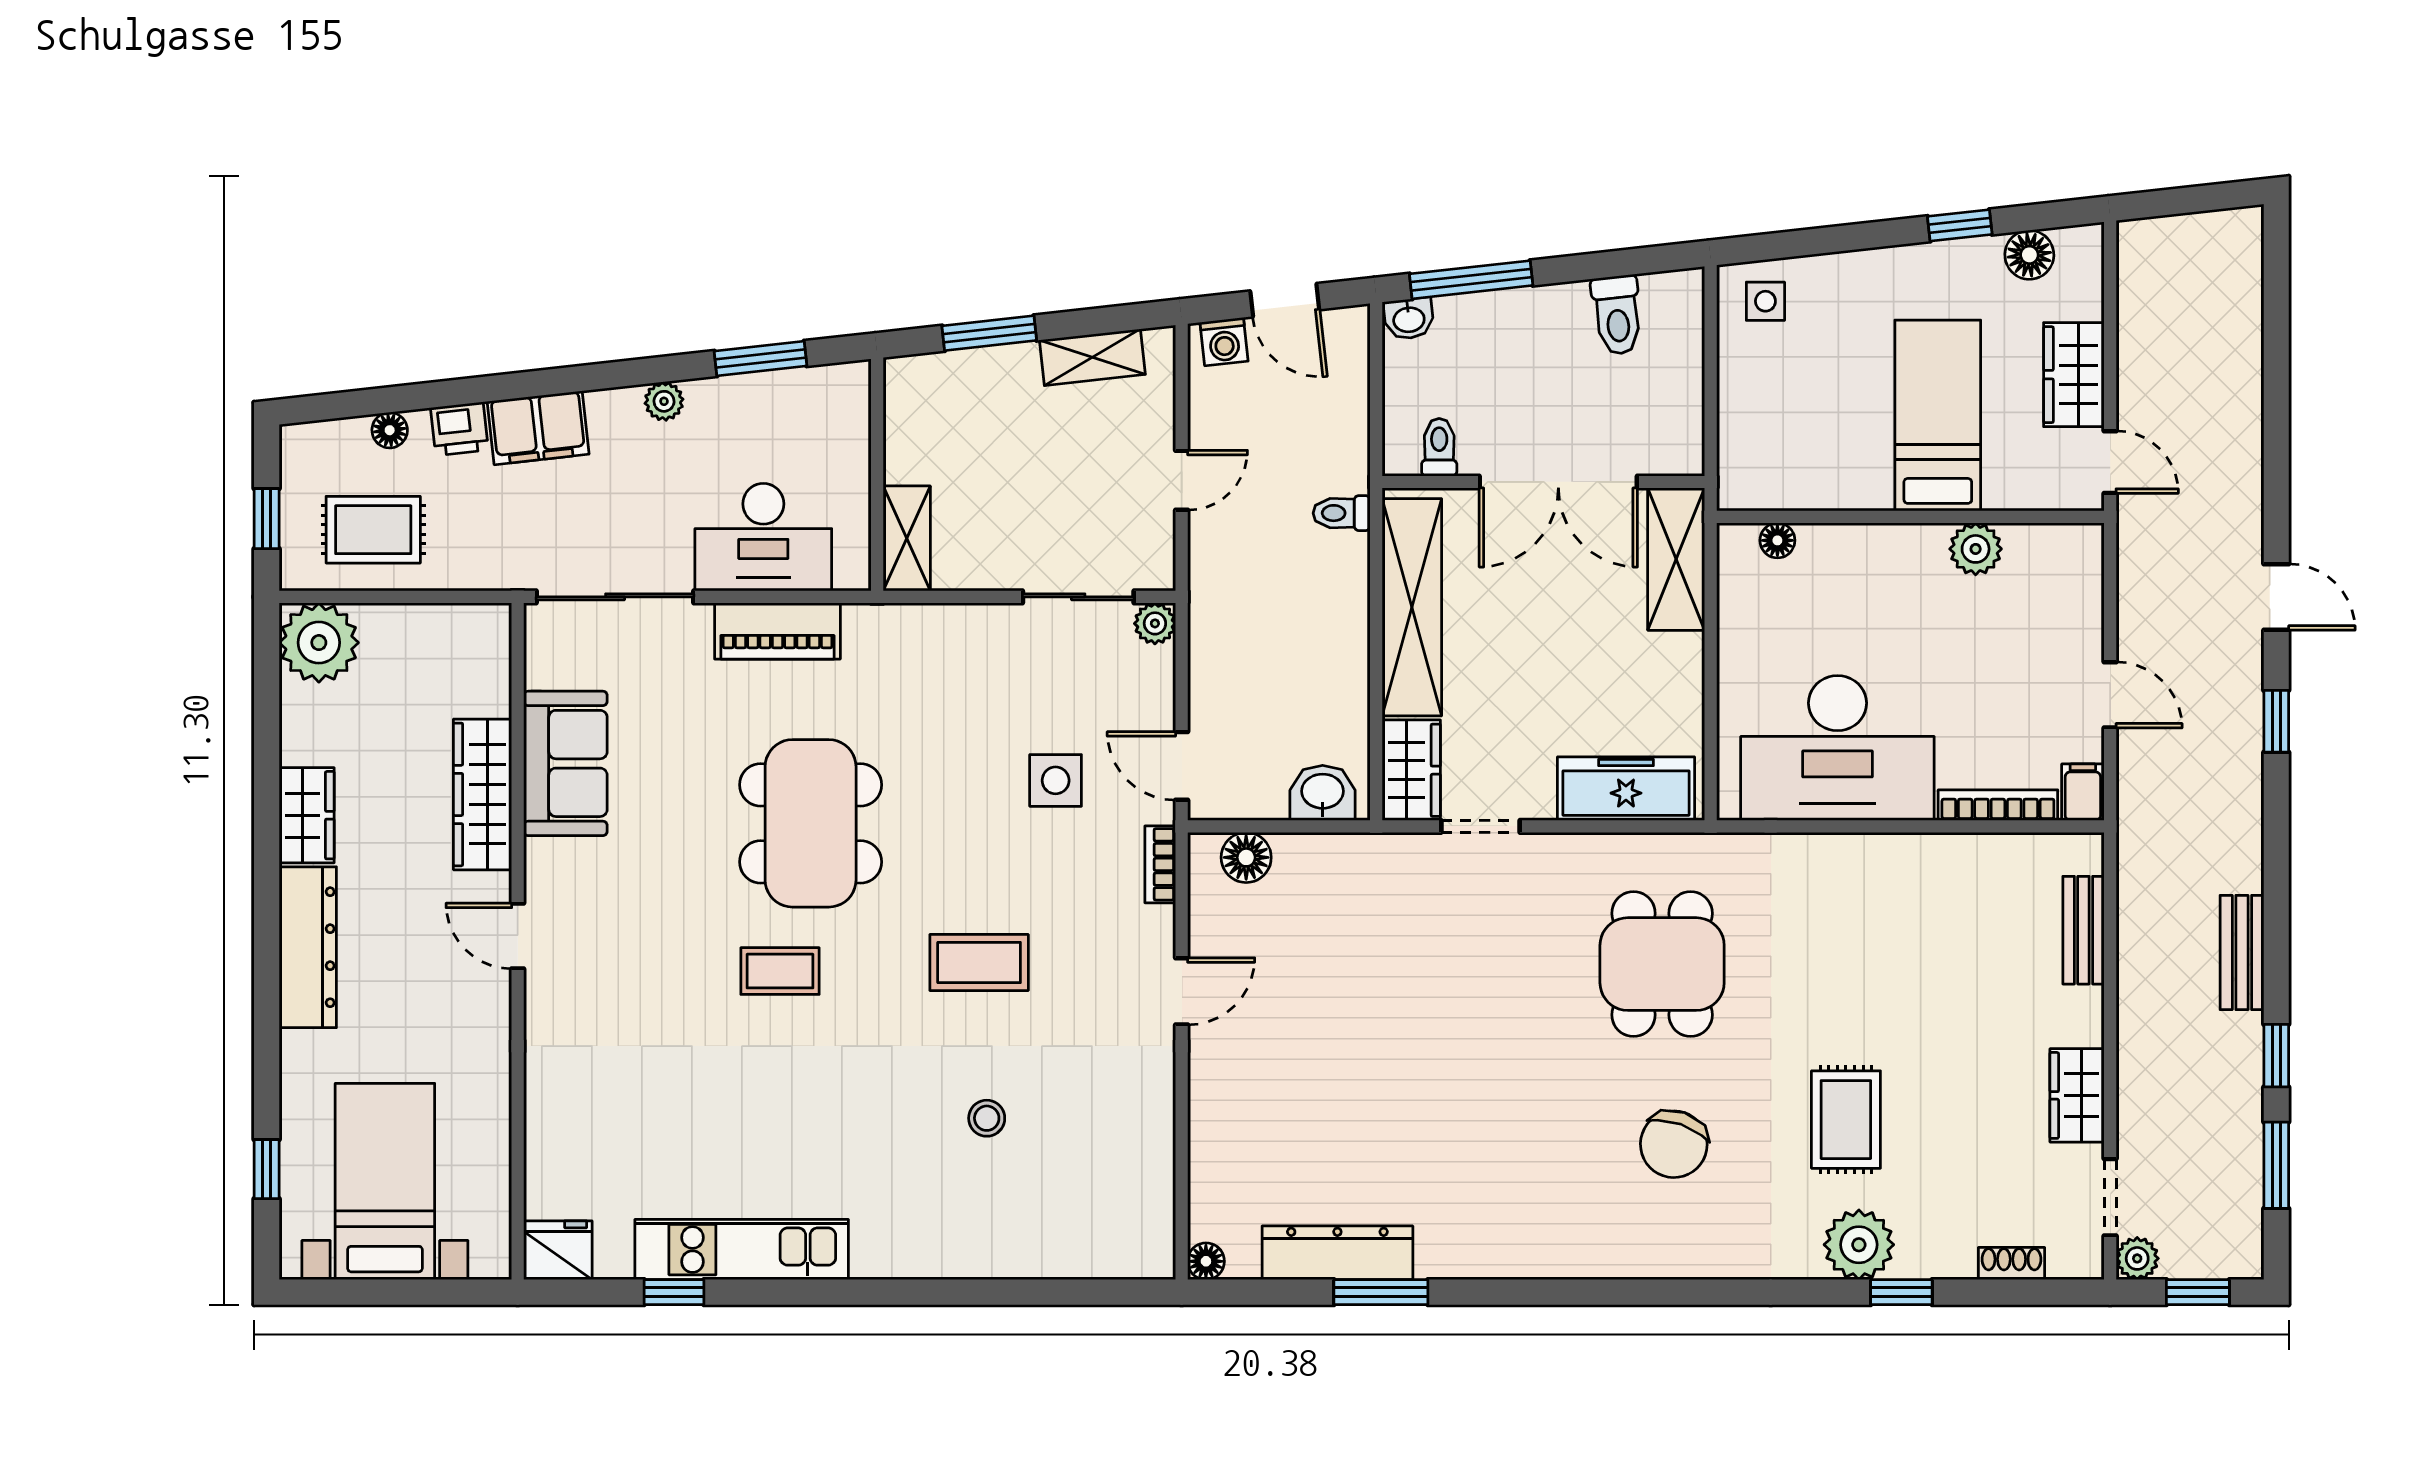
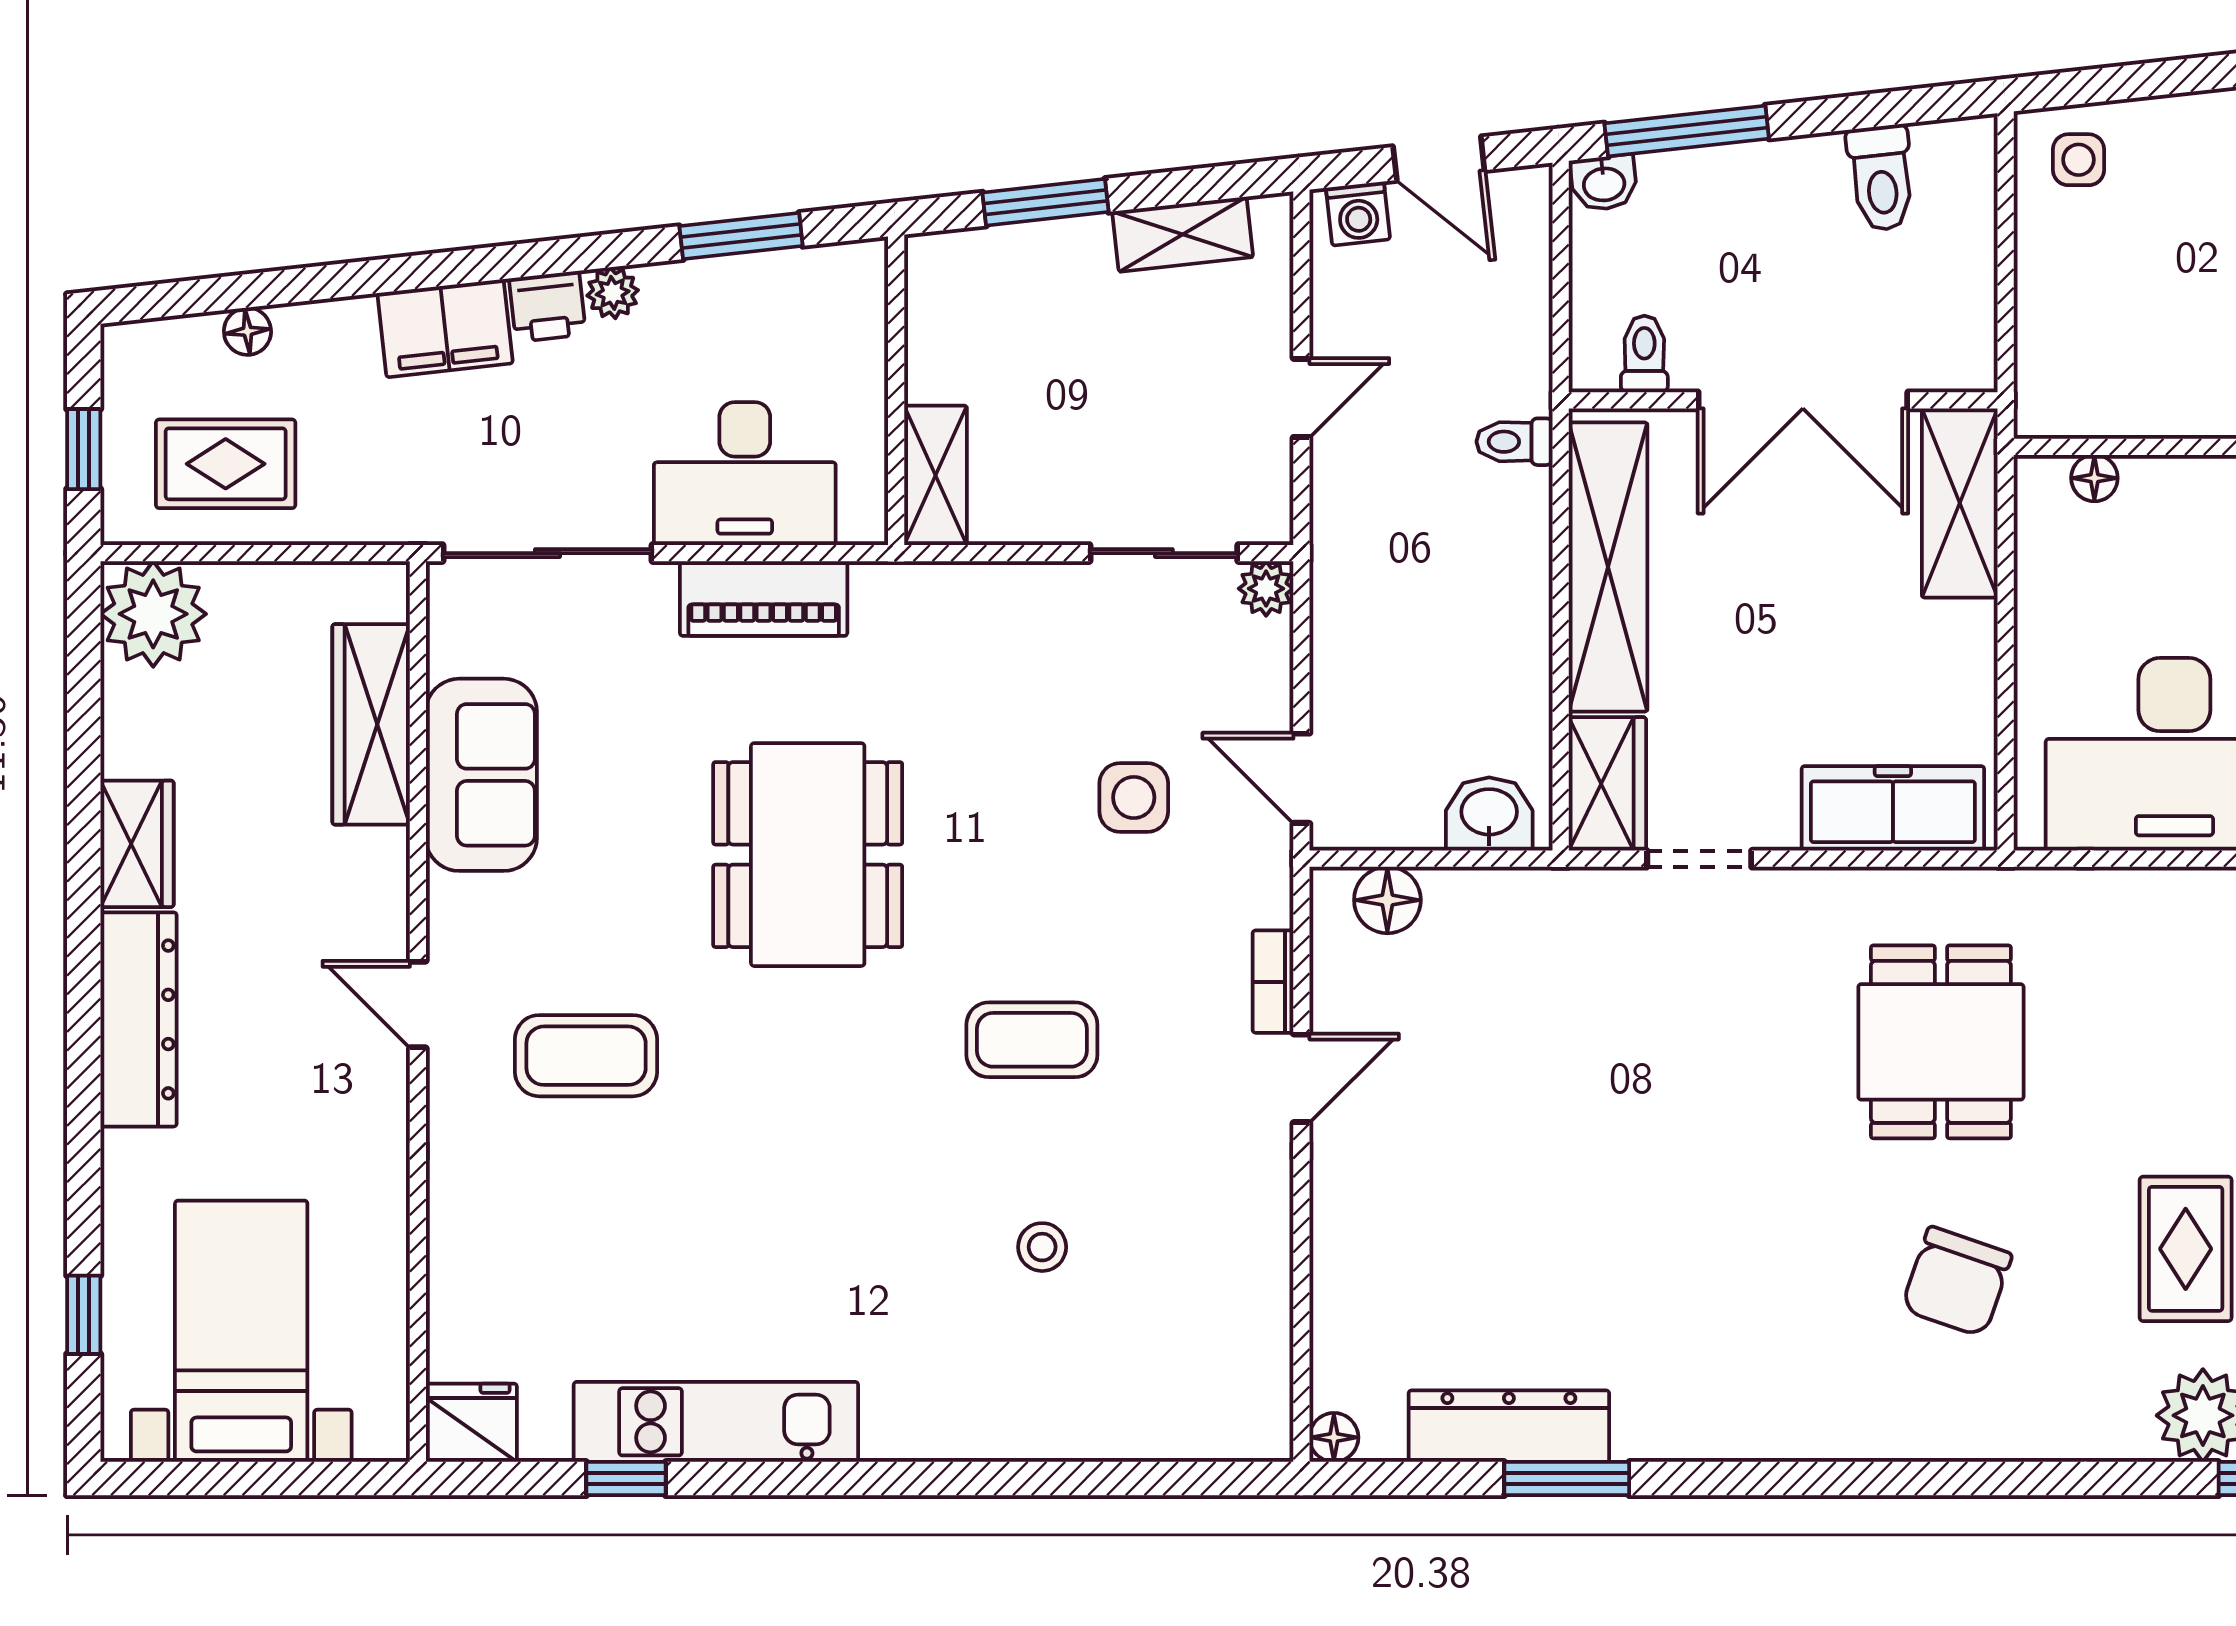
printer: (459, 429) -> (547, 307), moved
wardrobe: (483, 794) -> (371, 724), moved
bookcase: (1160, 864) -> (1273, 982), moved
coffee table: (780, 971) -> (586, 1056), moved, width x1.36, depth x1.30

